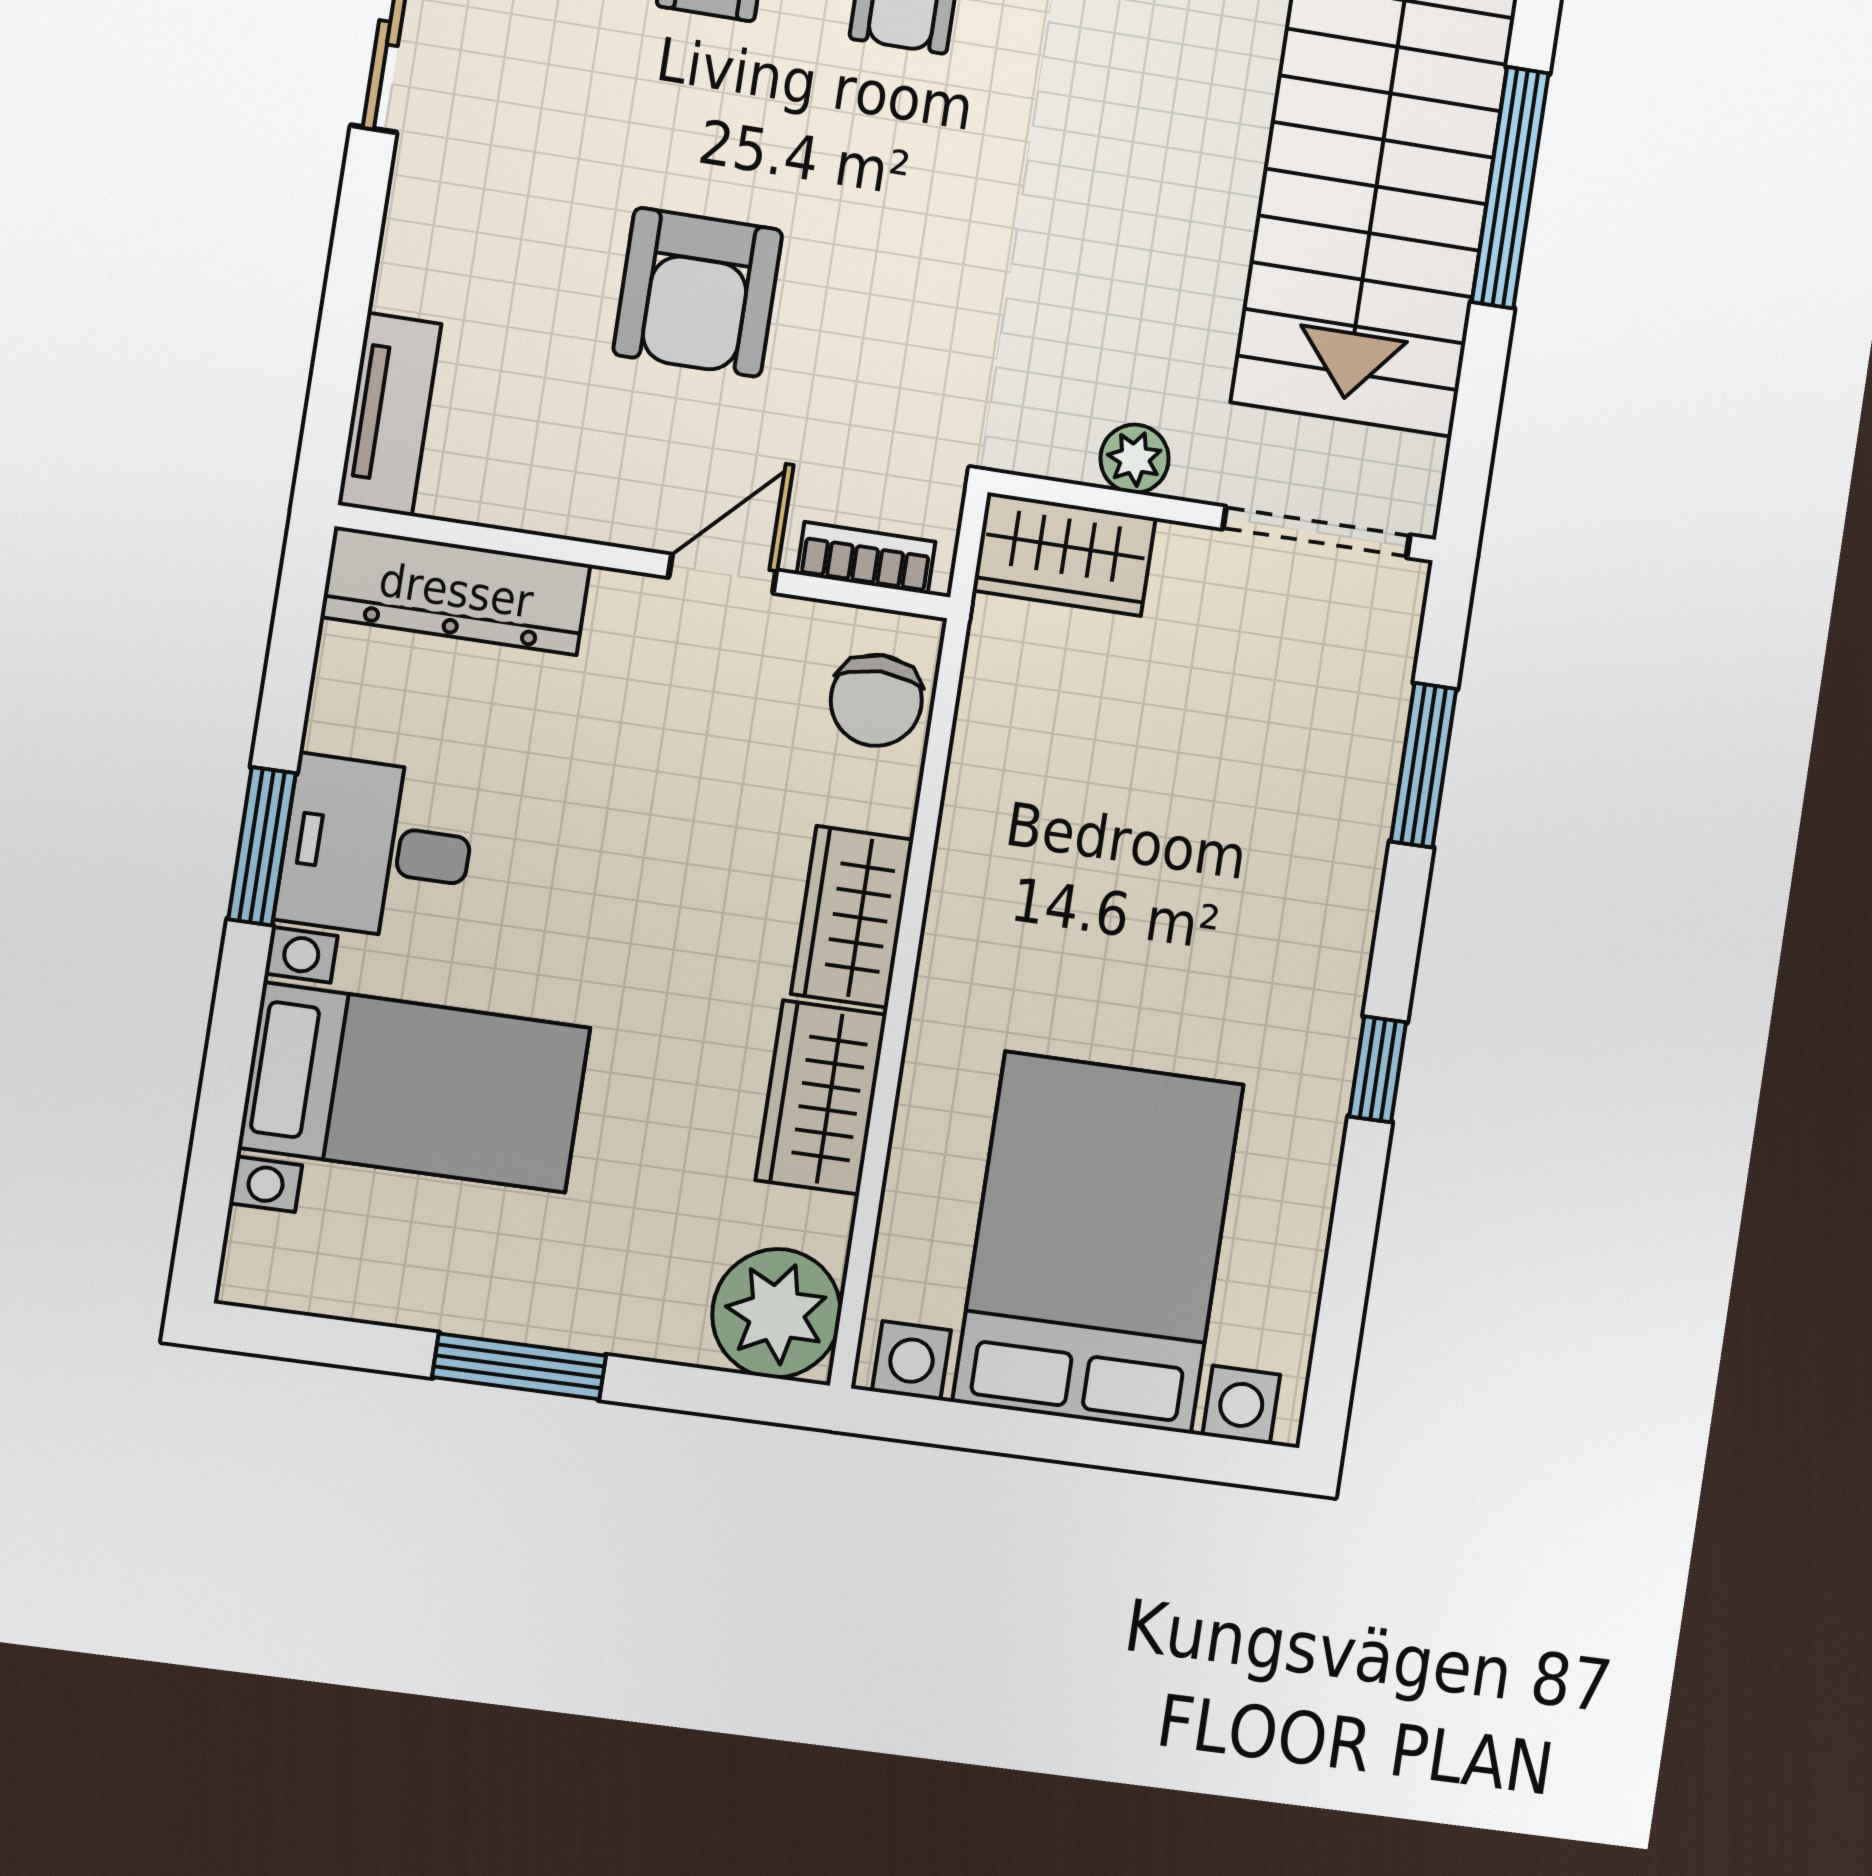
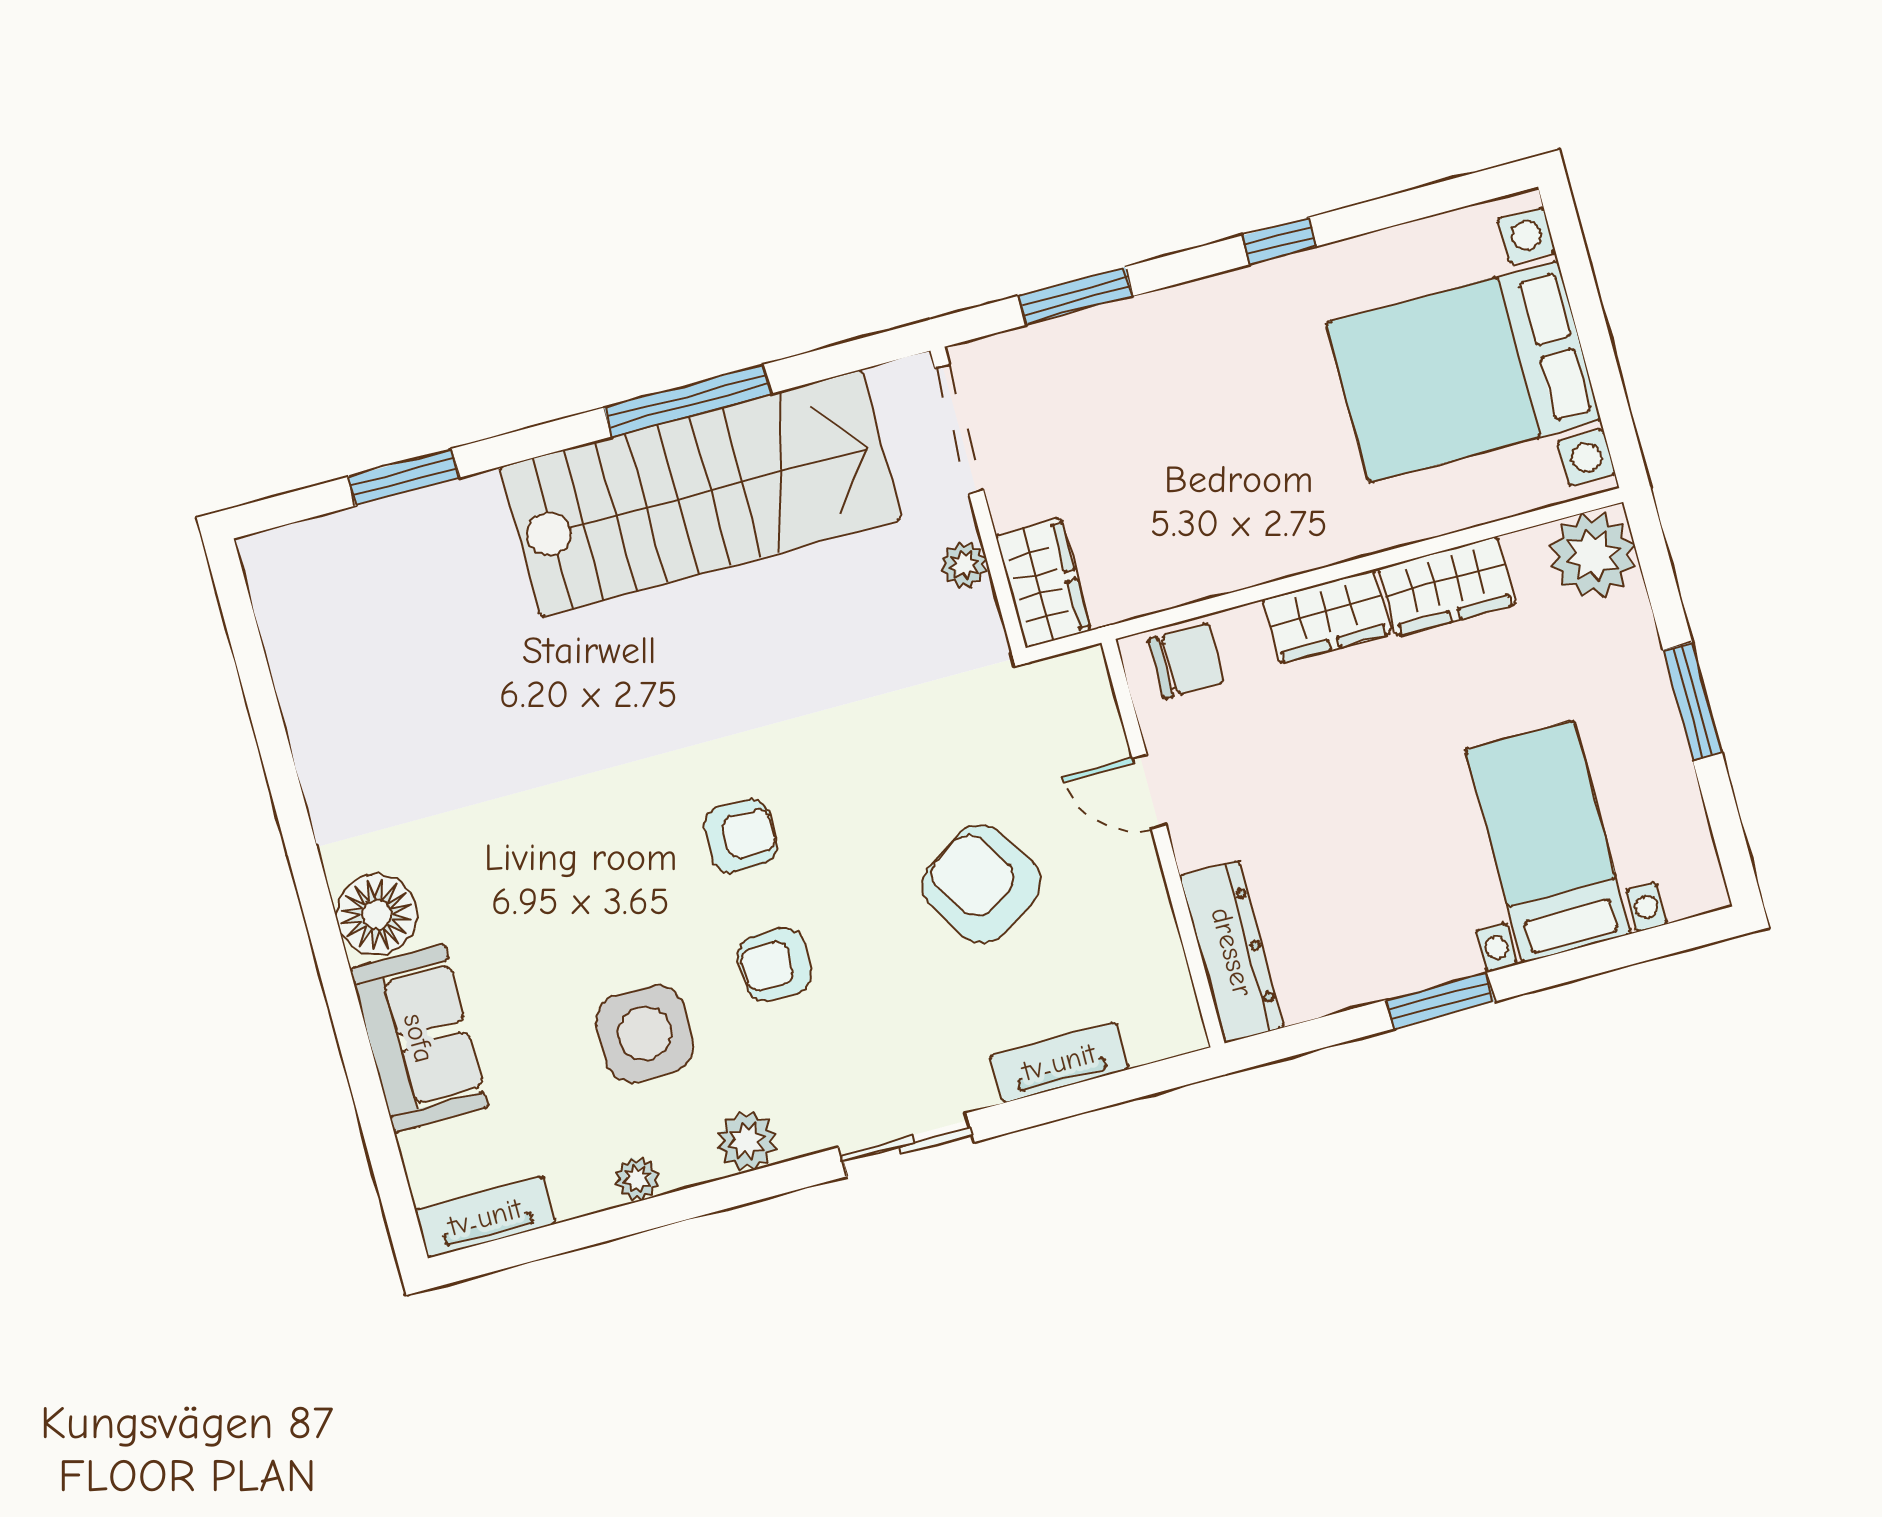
armchair: (698, 292) -> (982, 884), turned -122
tv unit: (390, 414) -> (1059, 1062), moved
bookcase: (866, 558) -> (1100, 706), removed
desk: (377, 849) -> (1411, 930), removed

